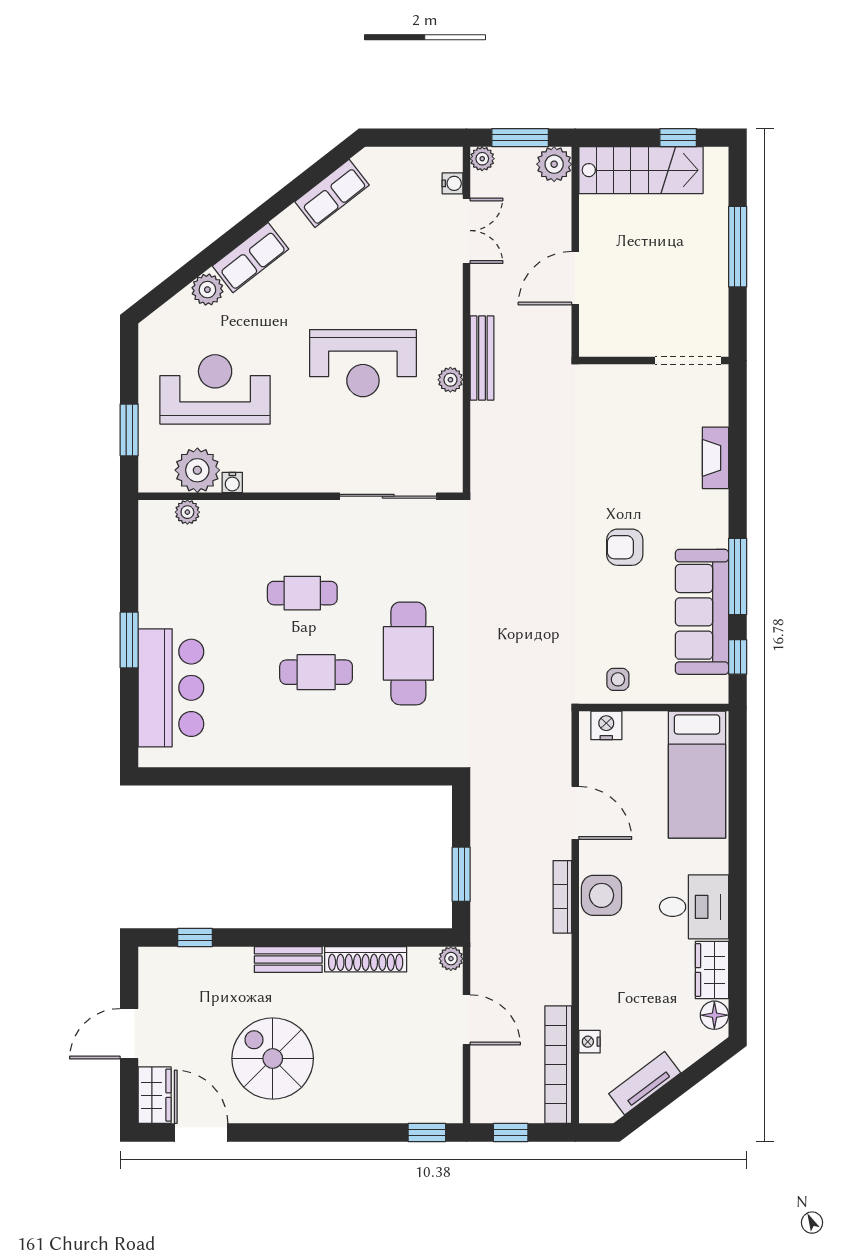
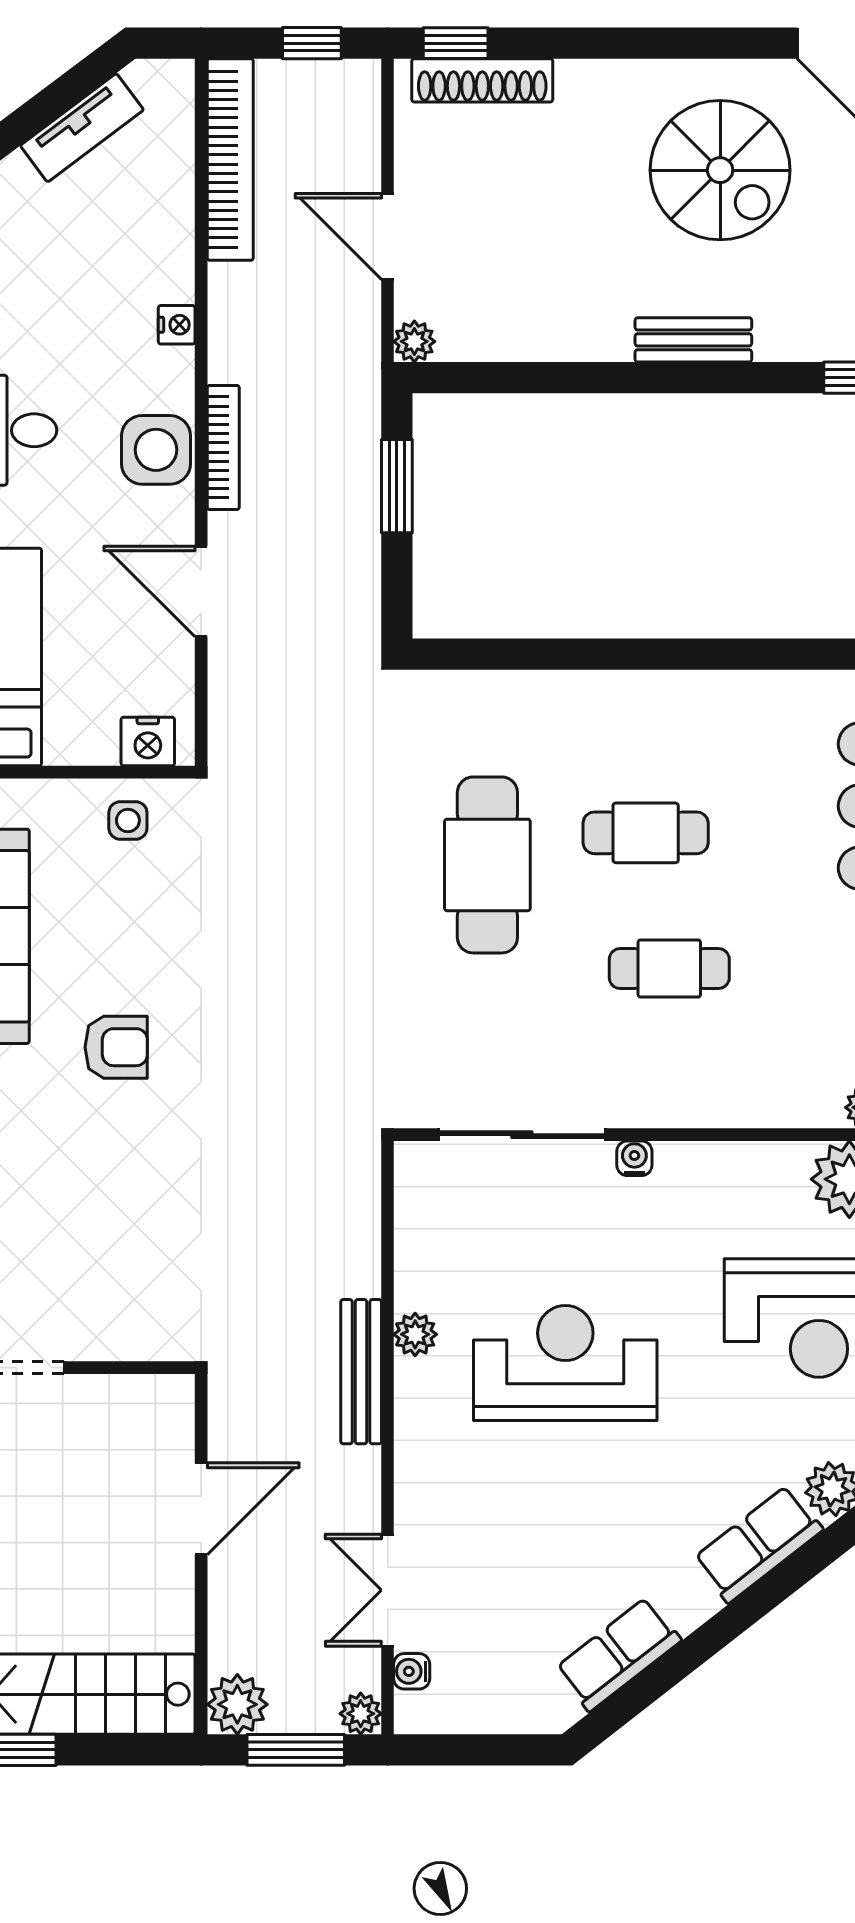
water cooler: (232, 482) -> (634, 1158), moved
shoe rack: (366, 959) -> (482, 80), moved, turned 180
nightstand: (589, 1042) -> (177, 325), moved

